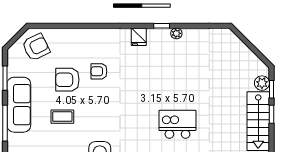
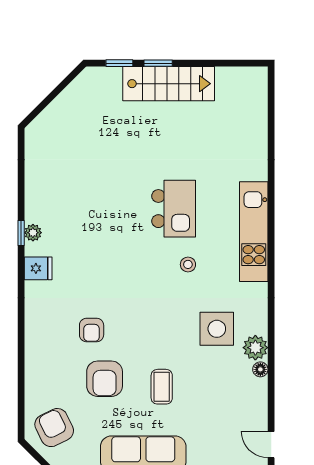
plant: (176, 33) -> (33, 233), moved
plant: (262, 83) -> (110, 78), removed
kitchen island: (177, 124) -> (174, 209), turned 180
stool: (141, 134) -> (188, 264), added

